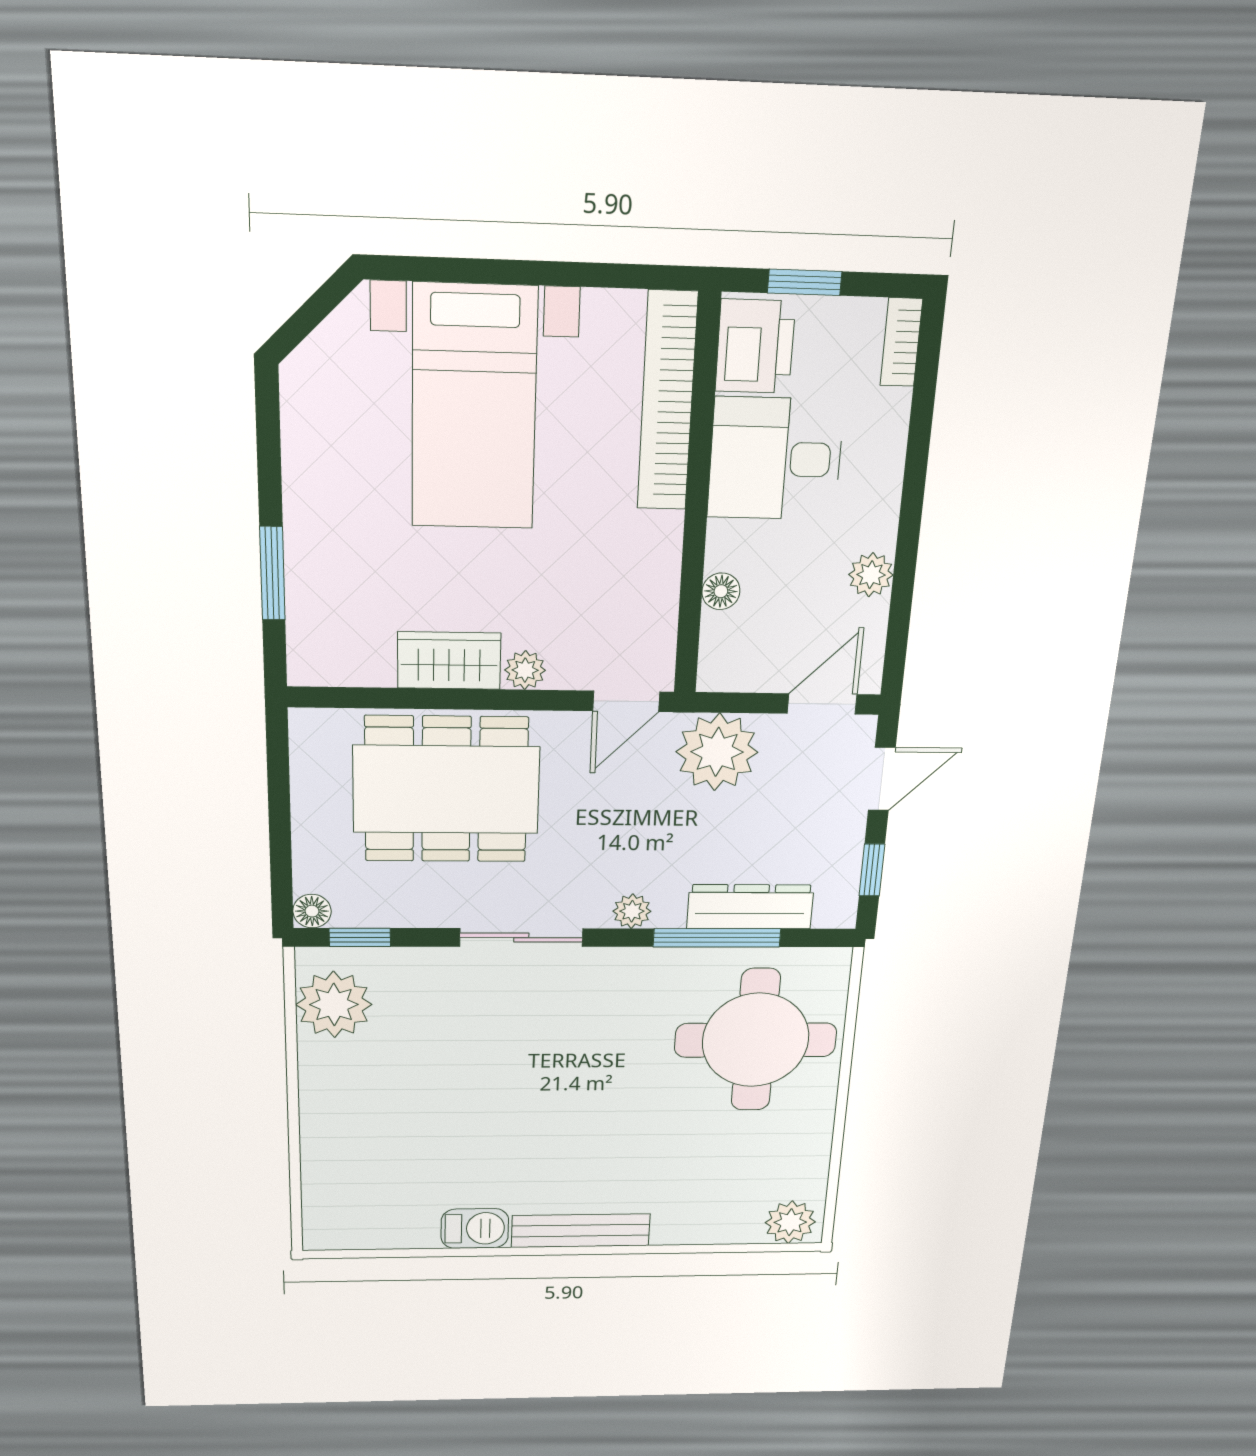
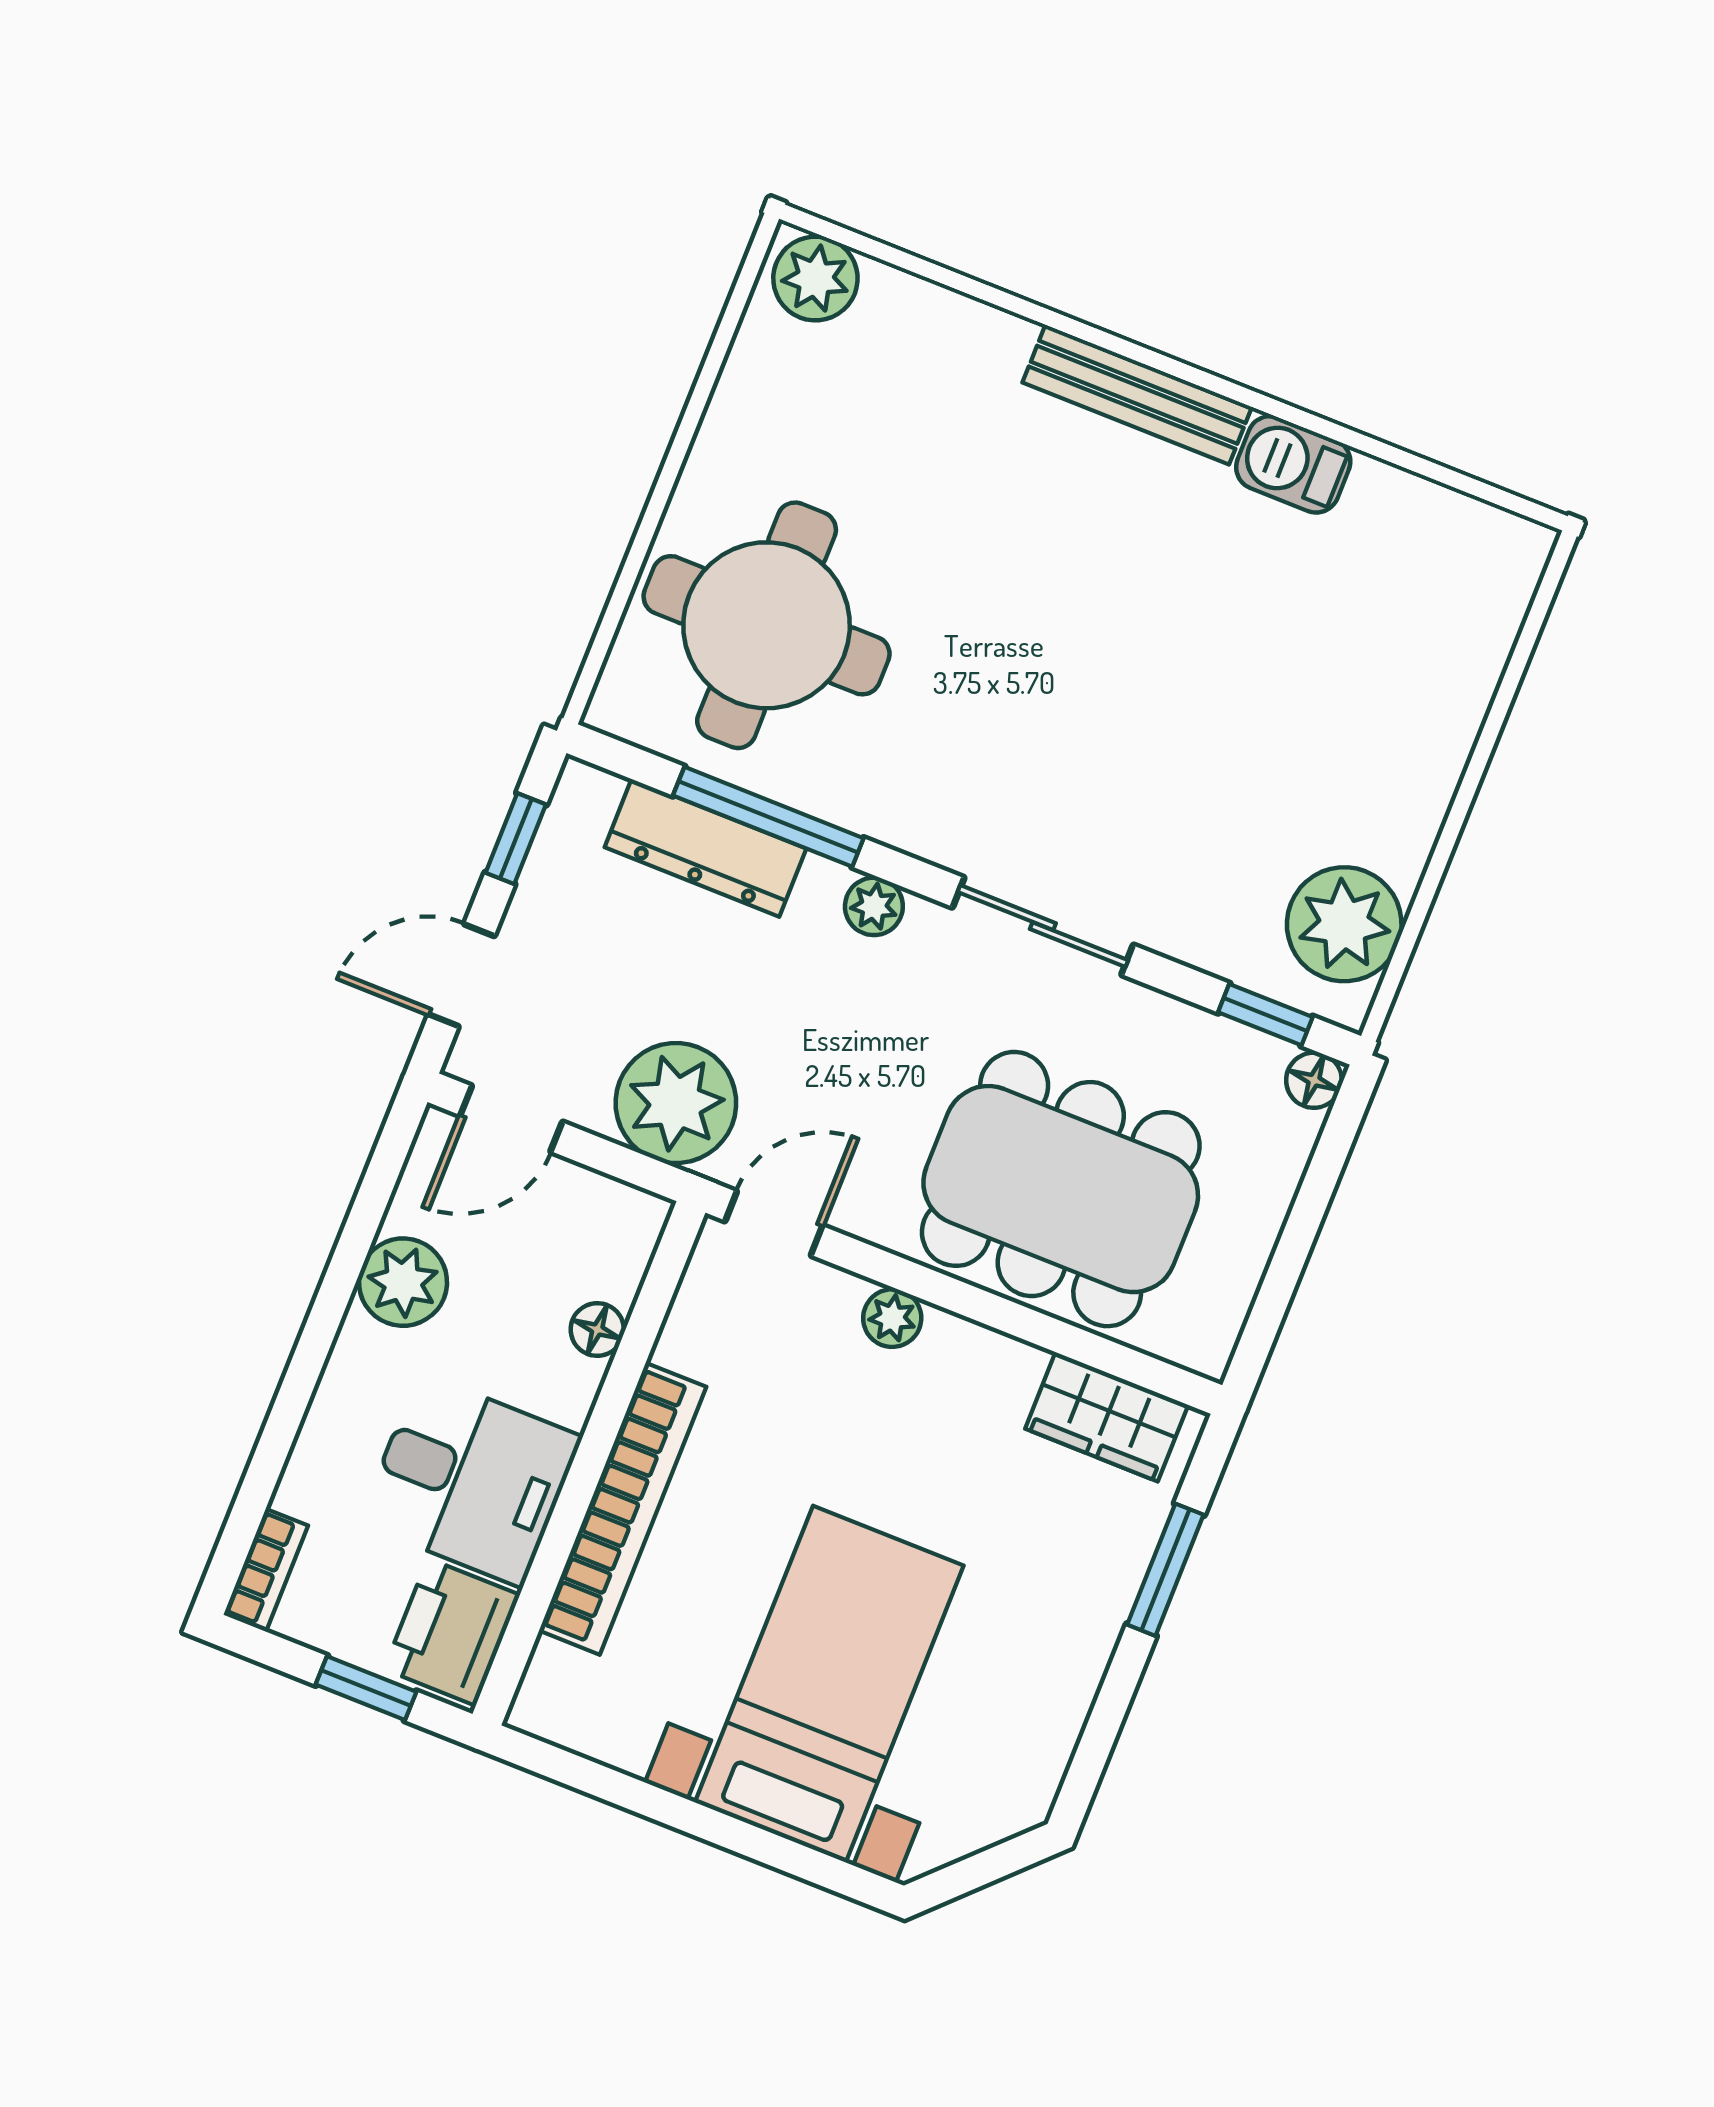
bookcase: (667, 402) -> (623, 1509), moved
plant: (871, 575) -> (403, 1282), width x1.38, depth x1.38
wardrobe: (449, 661) -> (1107, 1417), moved

